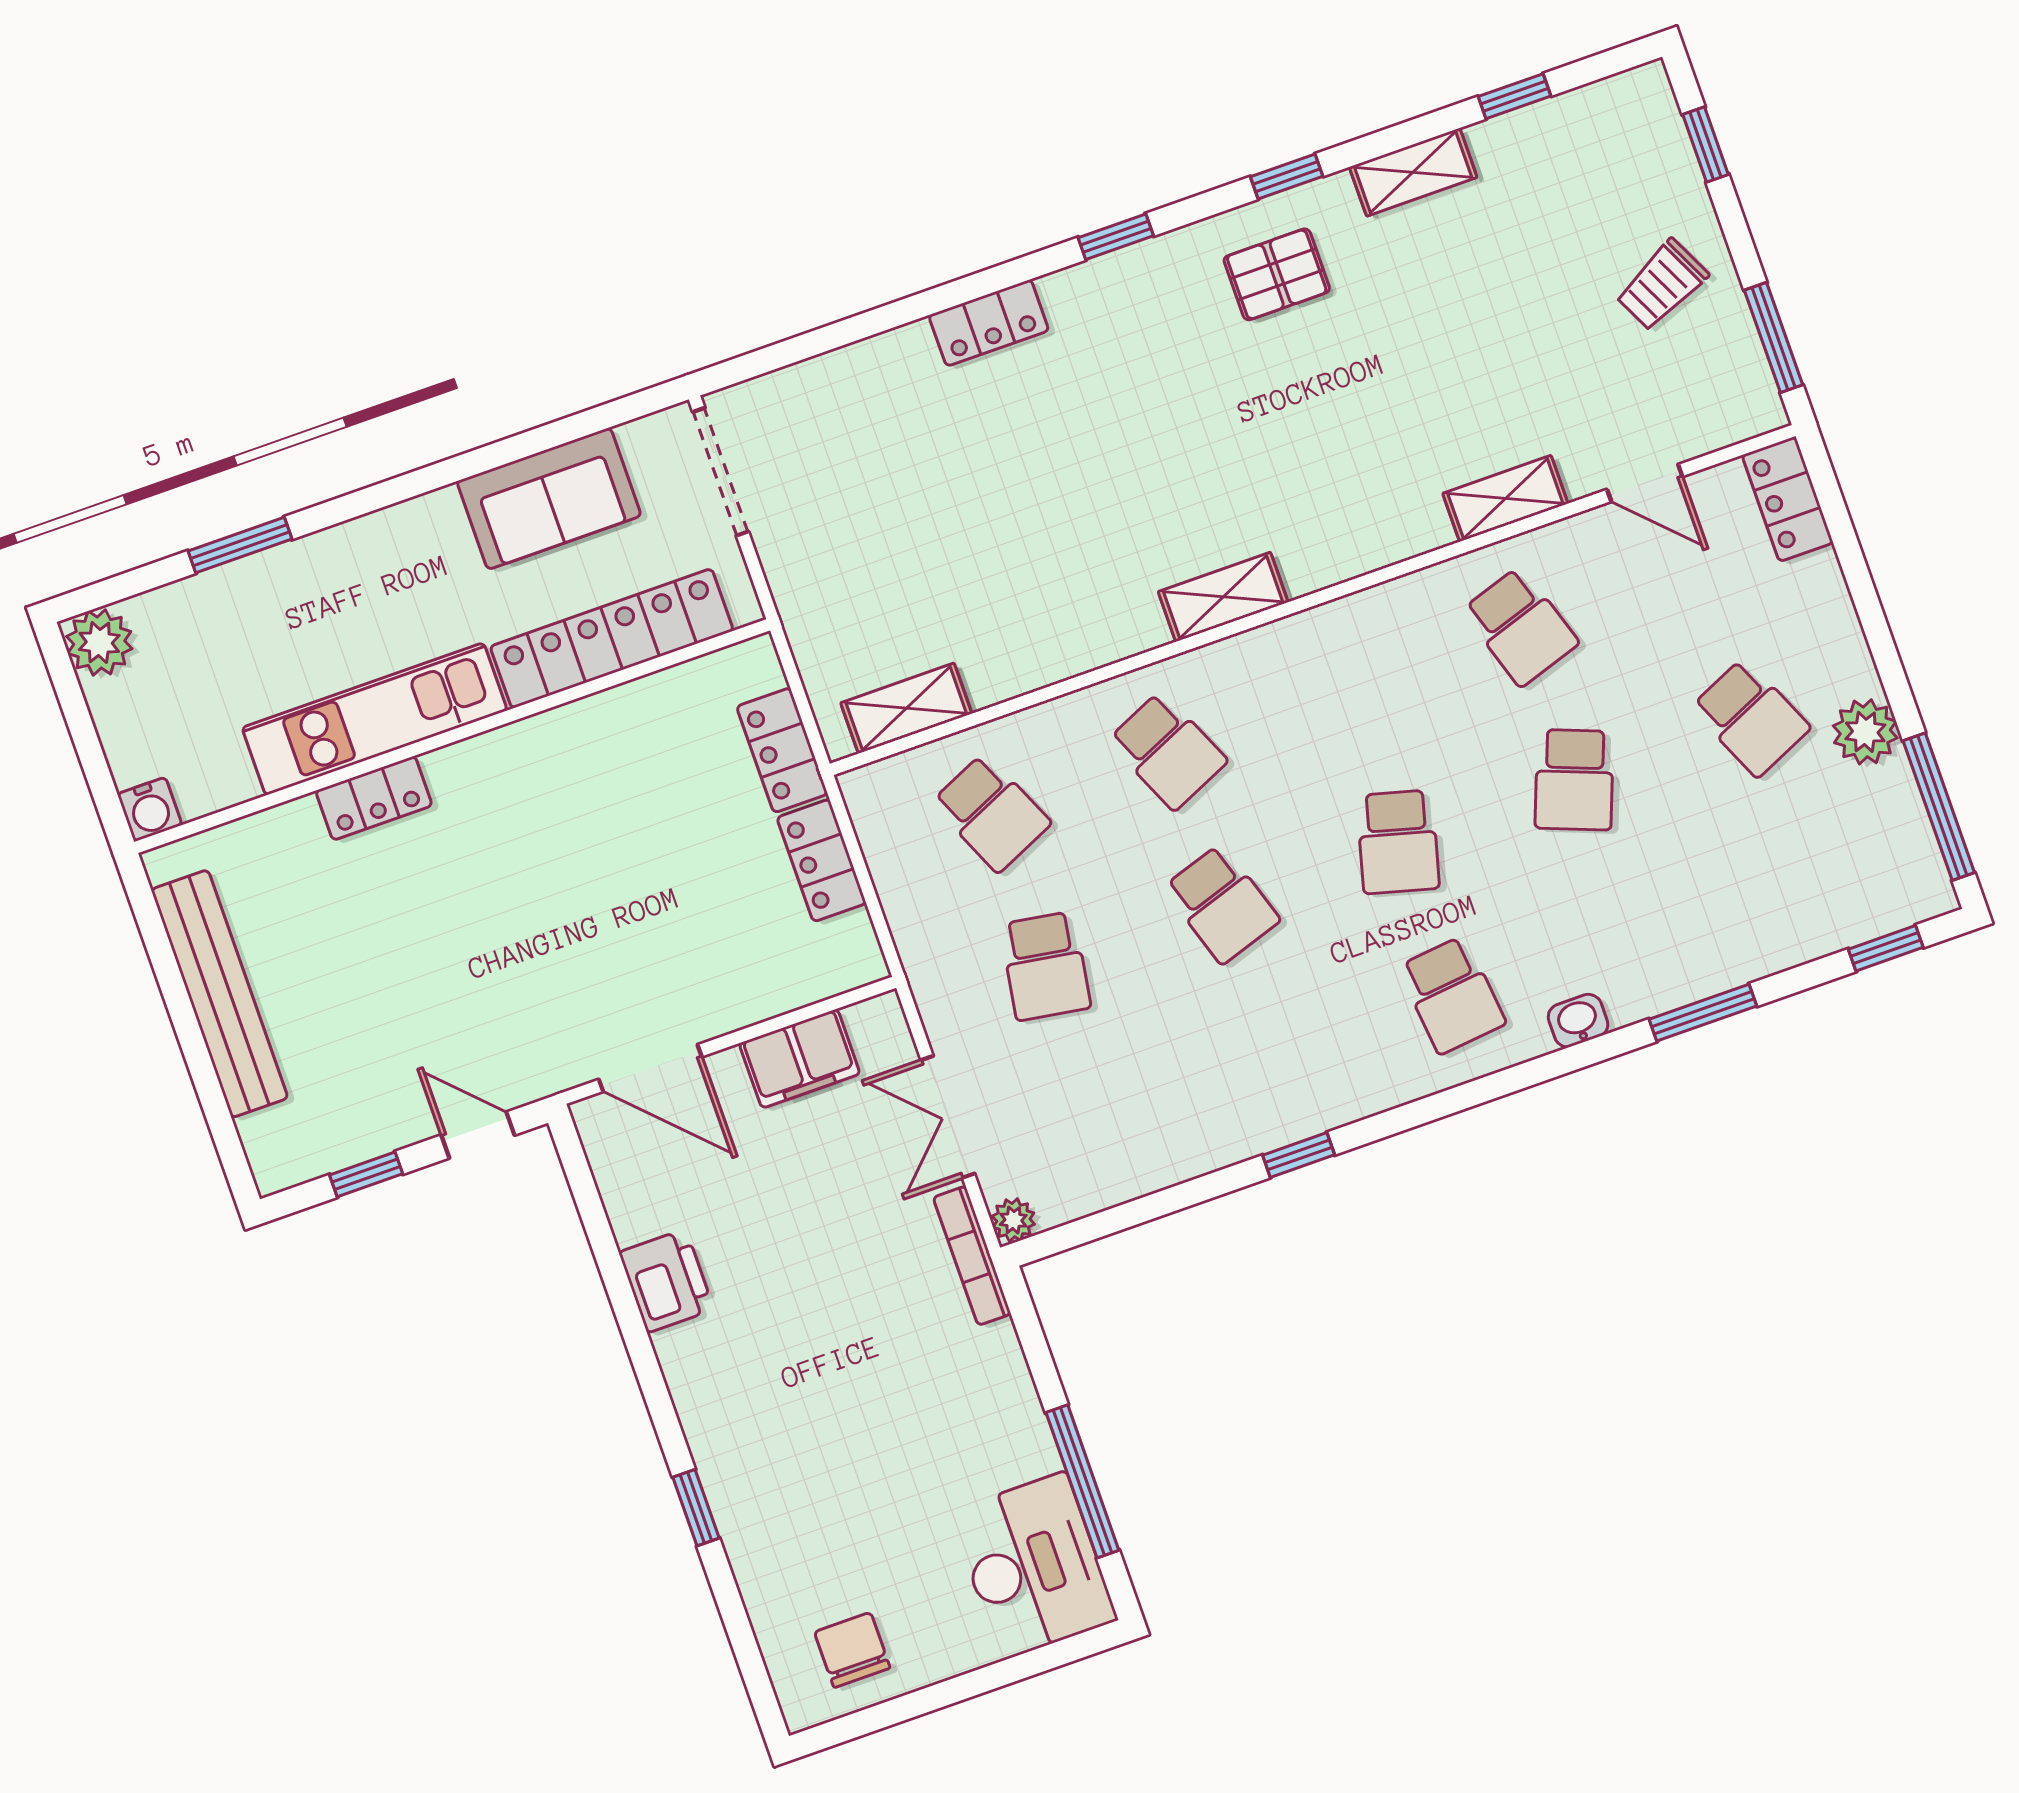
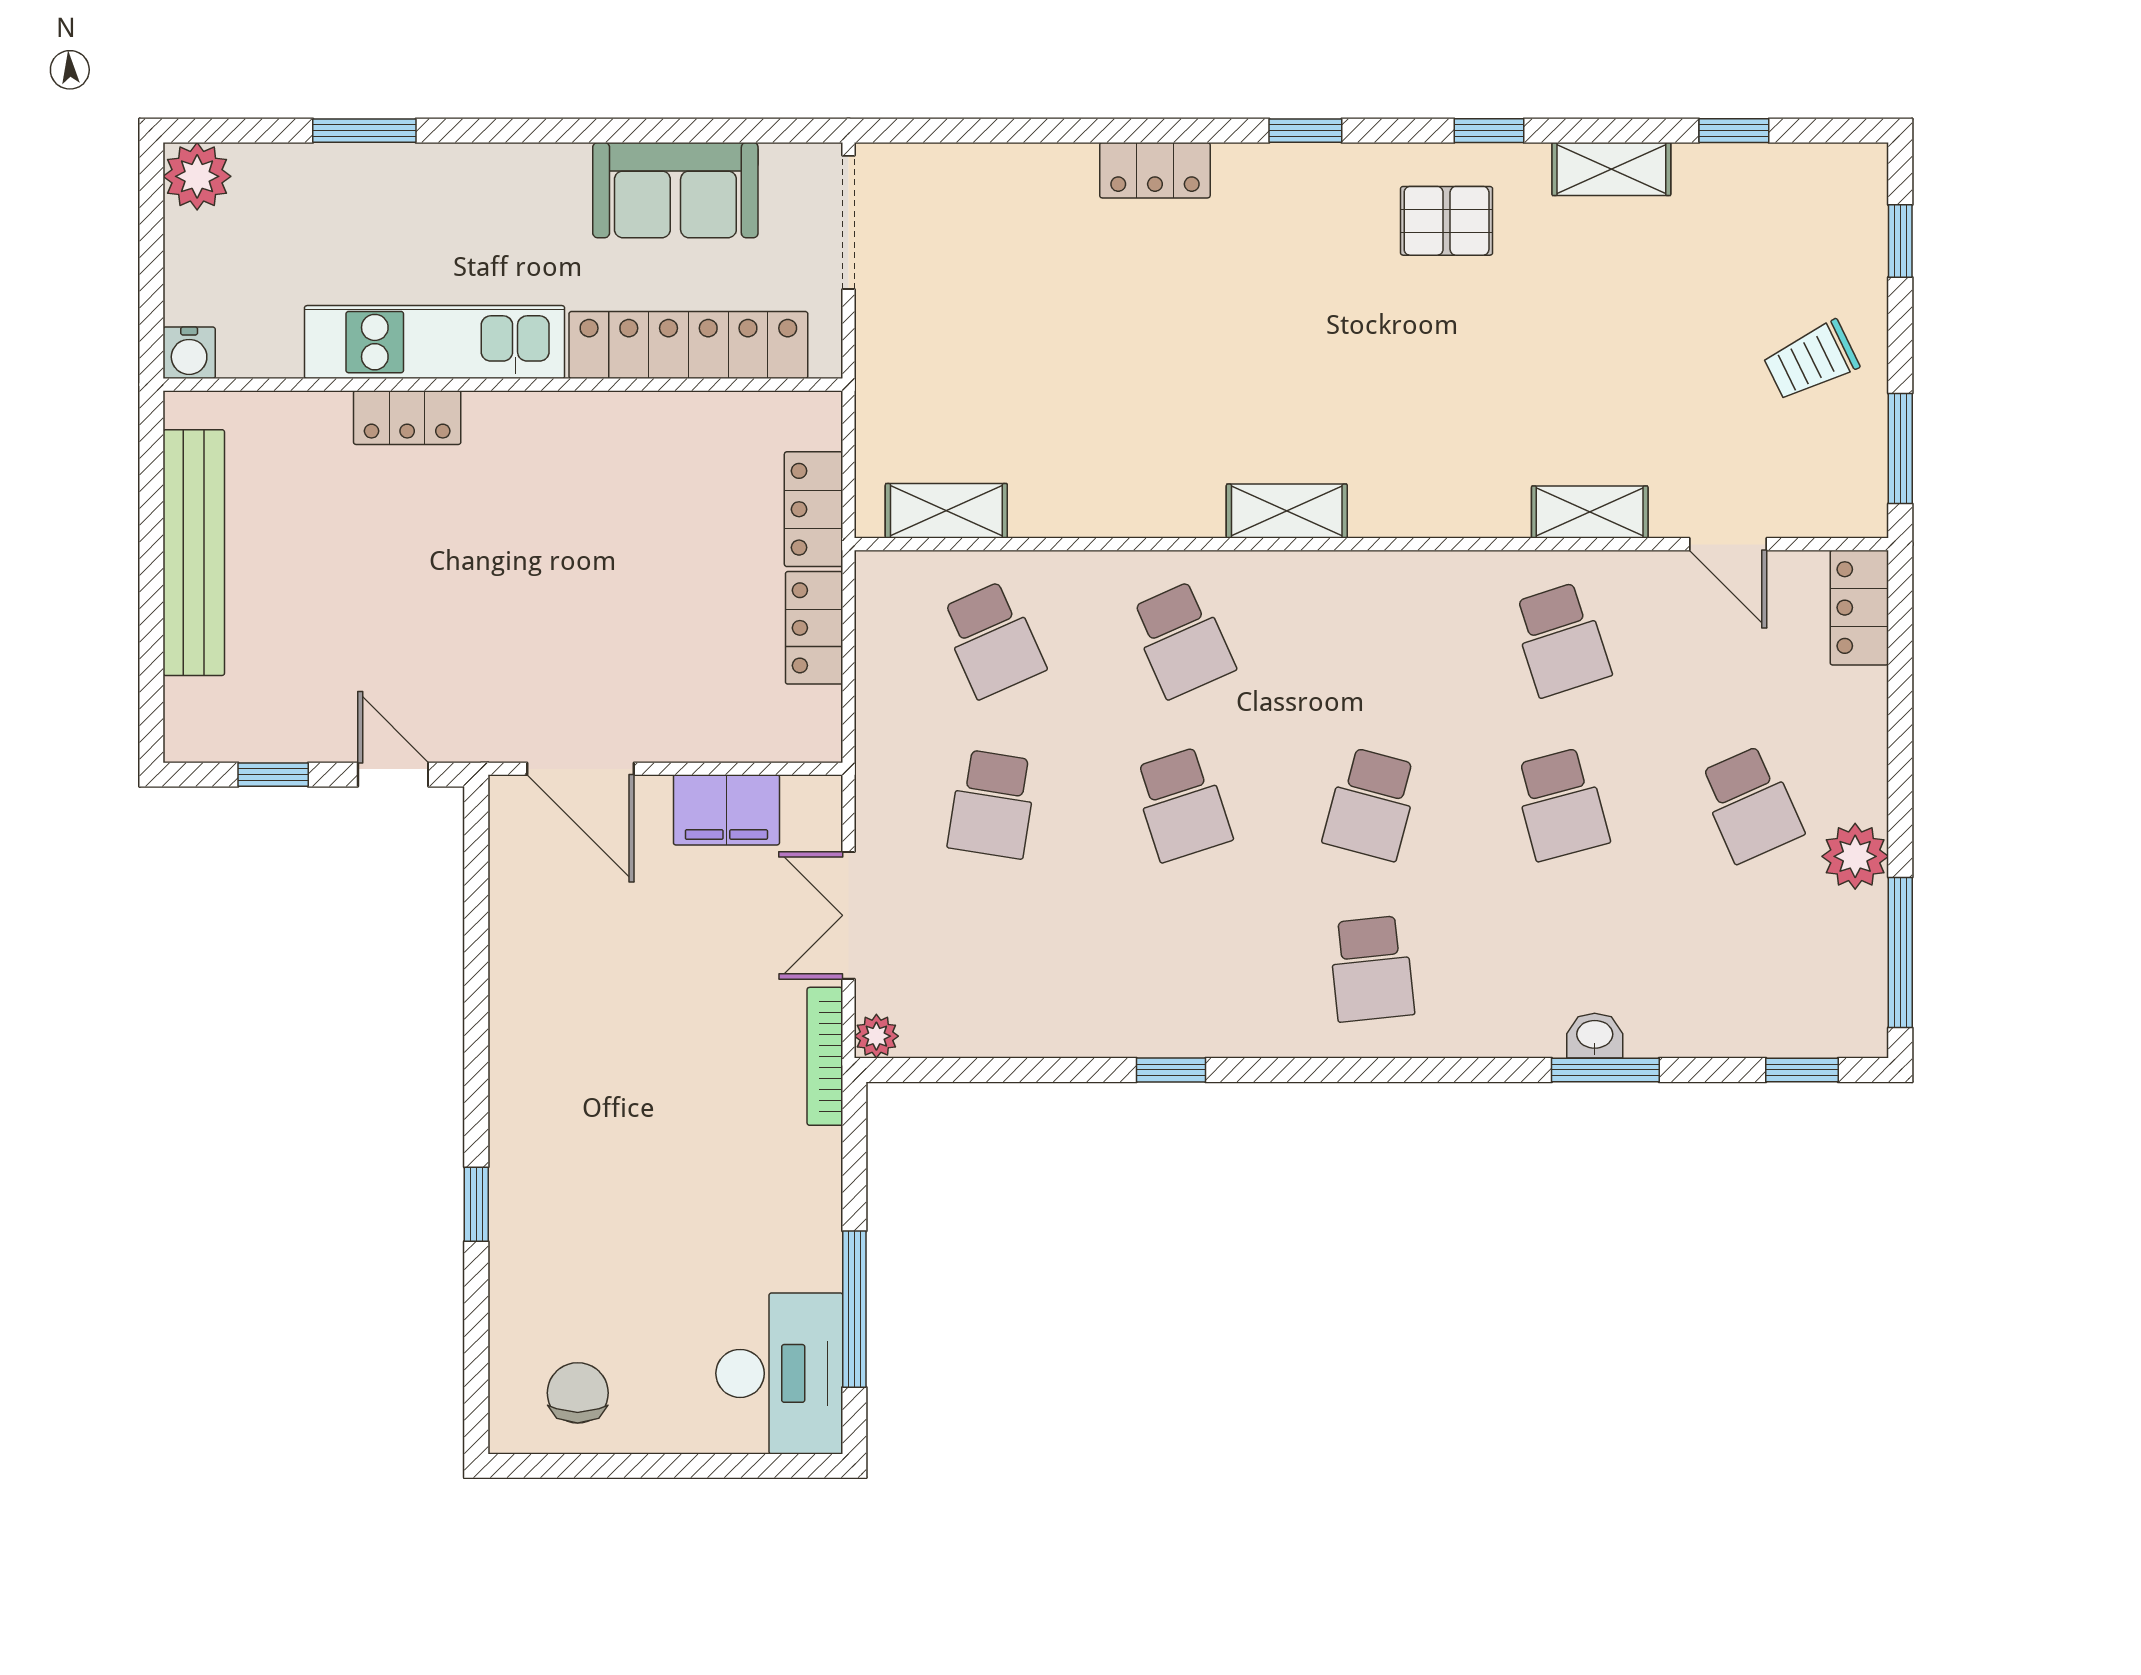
school desk: (1574, 780) -> (1561, 804), turned -36
washbasin: (1578, 1021) -> (1595, 1036), moved
printer: (666, 1281) -> (524, 977), removed

